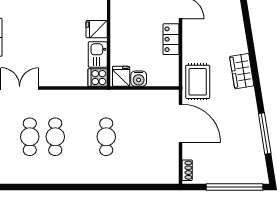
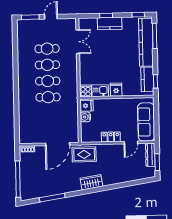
cafe table: (81, 137) -> (48, 81), added

